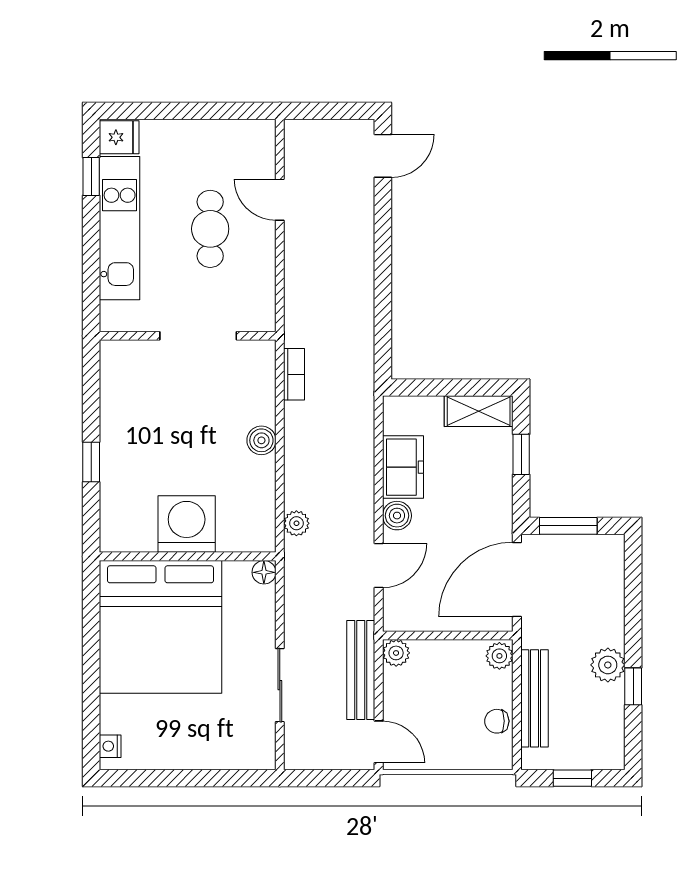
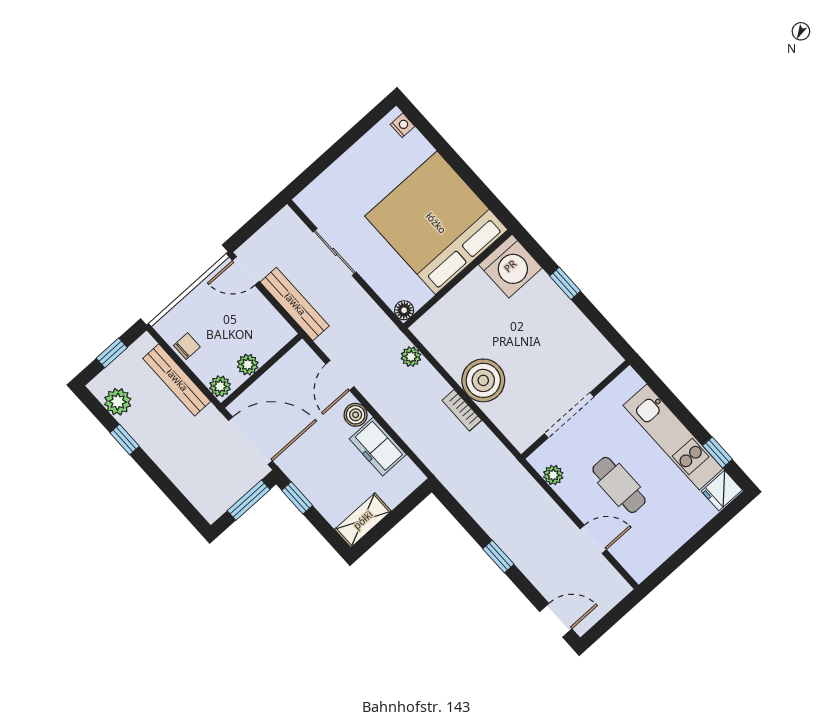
door: (383, 156) -> (556, 620), swing flipped
window: (383, 263) -> (498, 557), added
plant: (263, 293) -> (553, 475), added
bookcase: (294, 374) -> (462, 410), moved
boiler: (261, 440) -> (483, 380), width x1.86, depth x1.86
window: (521, 454) -> (297, 498), moved
washing machine: (187, 524) -> (510, 266), moved
door: (517, 580) -> (250, 441), hinge flipped
plant: (396, 653) -> (248, 365), moved
plant: (608, 665) -> (118, 402), moved

